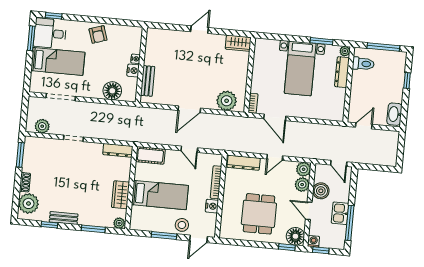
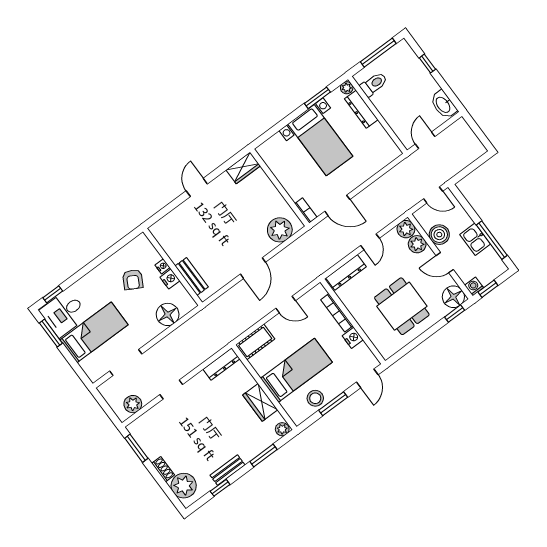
armchair: (98, 34) -> (133, 280), moved, turned 47
stool: (182, 225) -> (315, 398), moved

